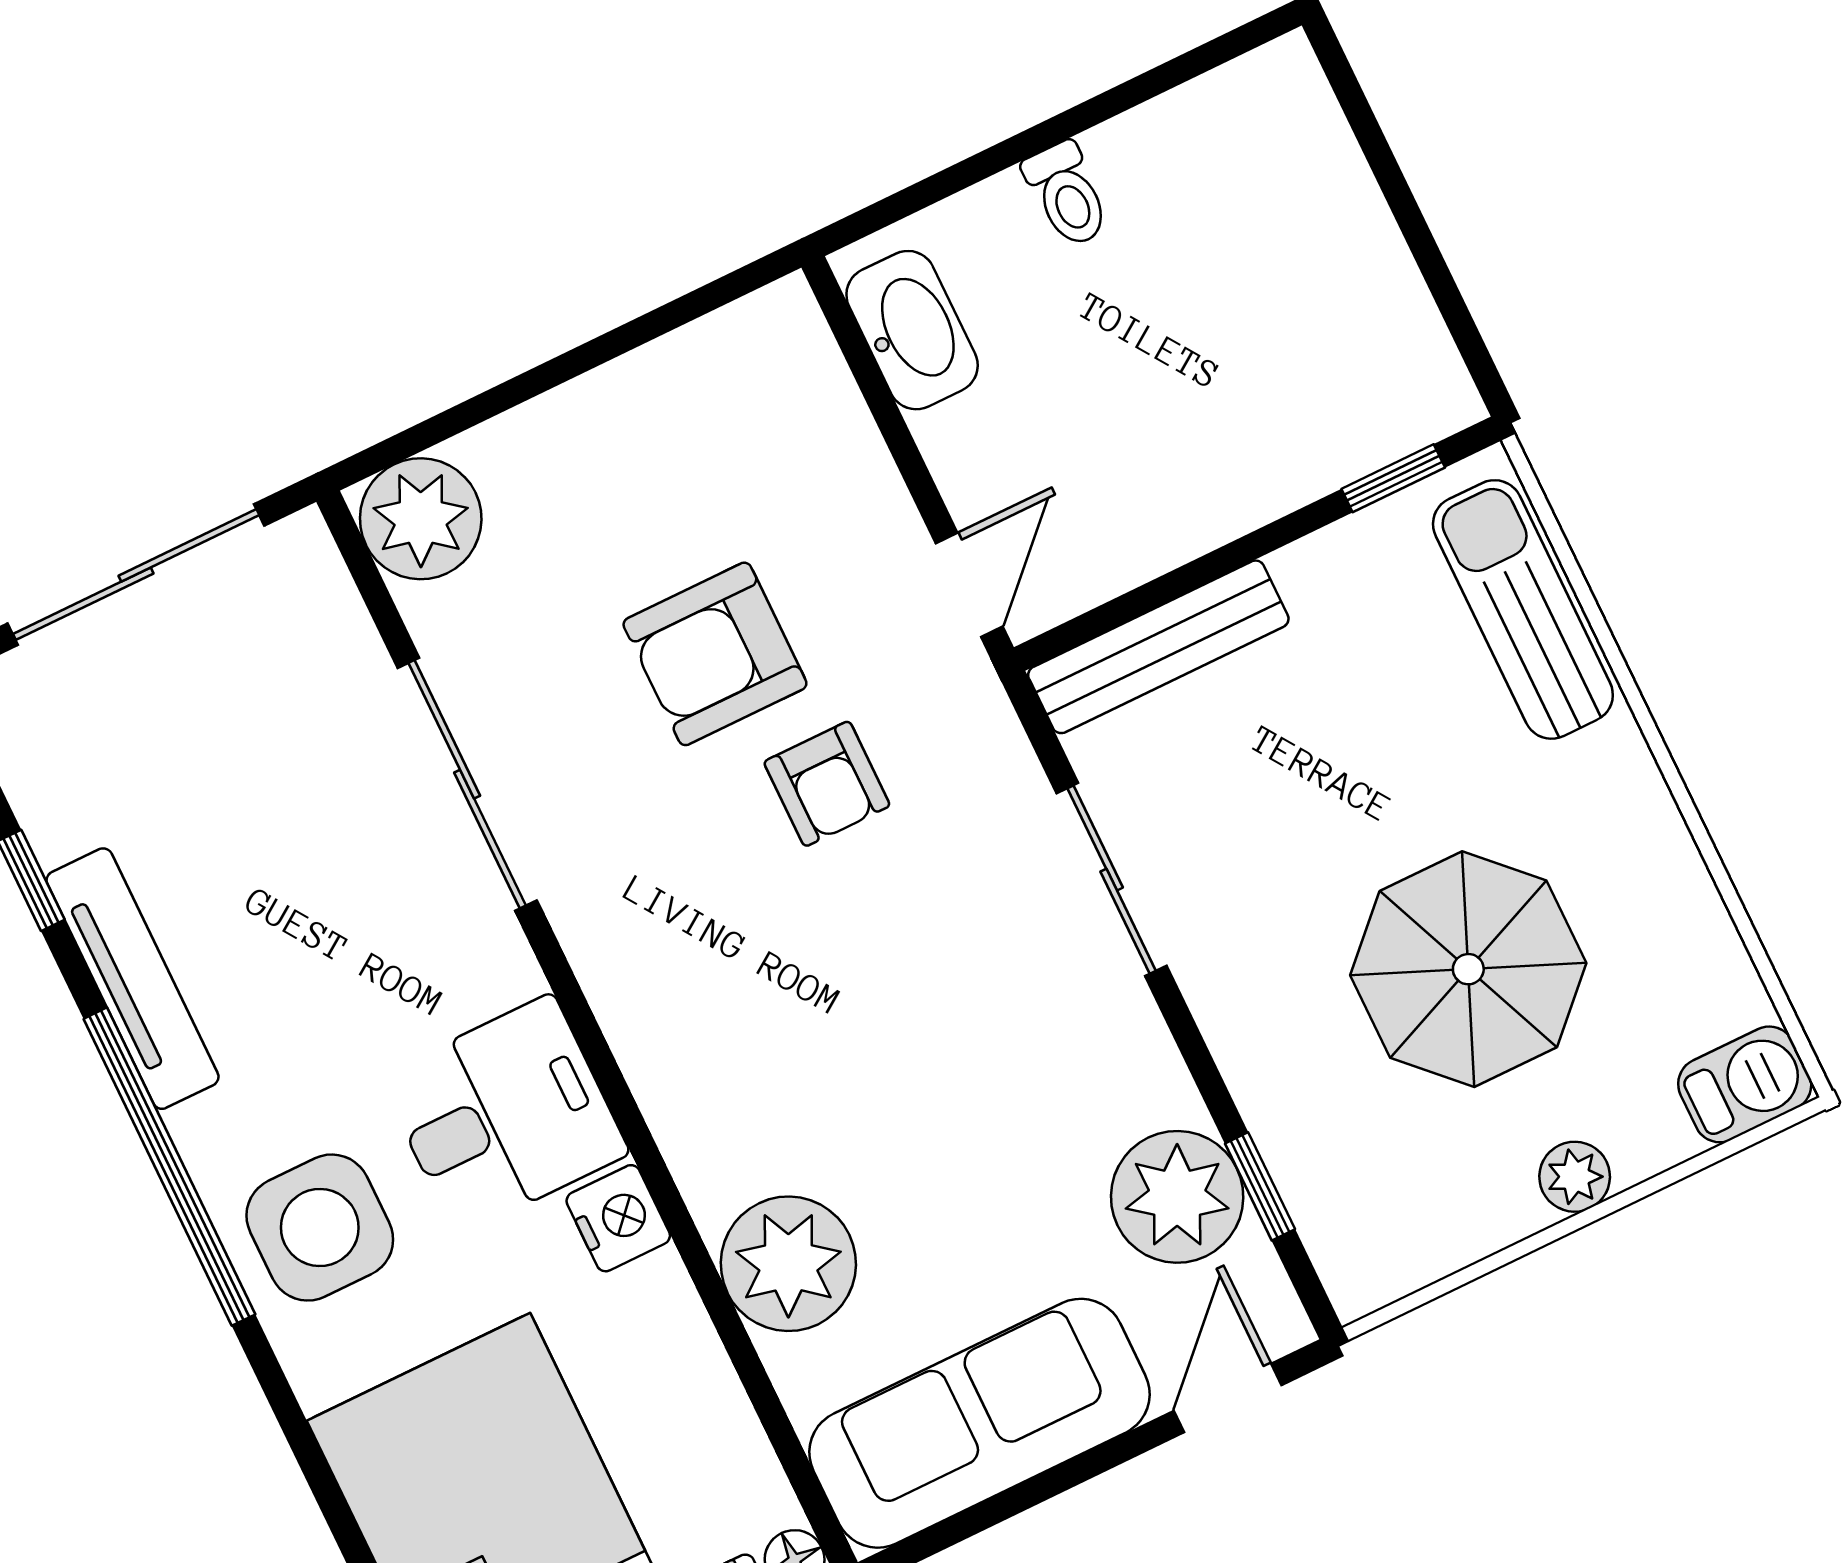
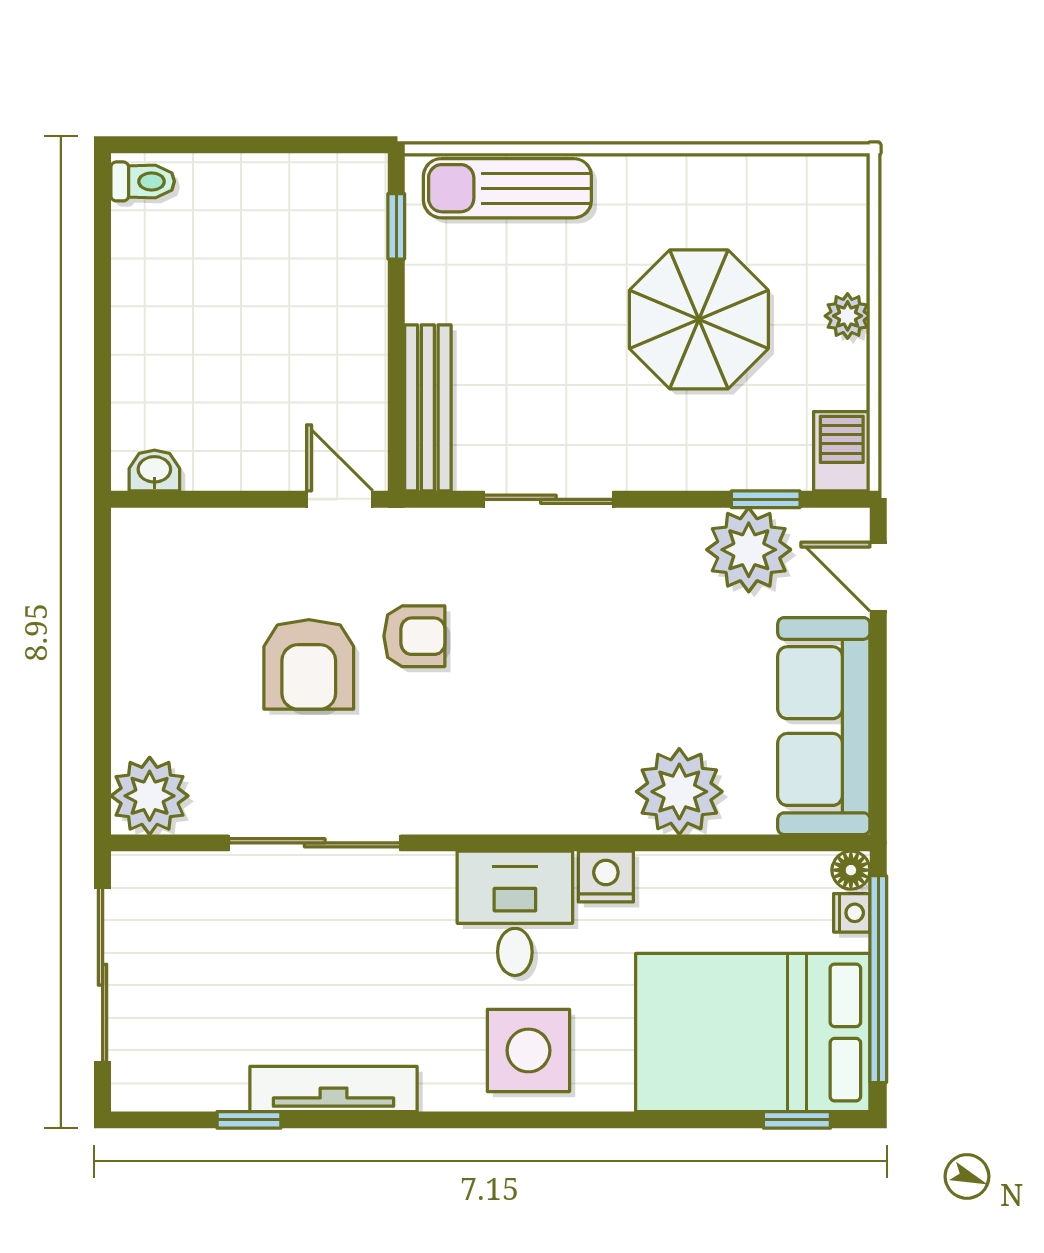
toilet: (1067, 194) -> (143, 181), moved
washbasin: (912, 330) -> (154, 471), width x0.52, depth x0.69
barbecue: (1745, 1084) -> (842, 451), moved
window: (169, 1167) -> (452, 1120), removed

